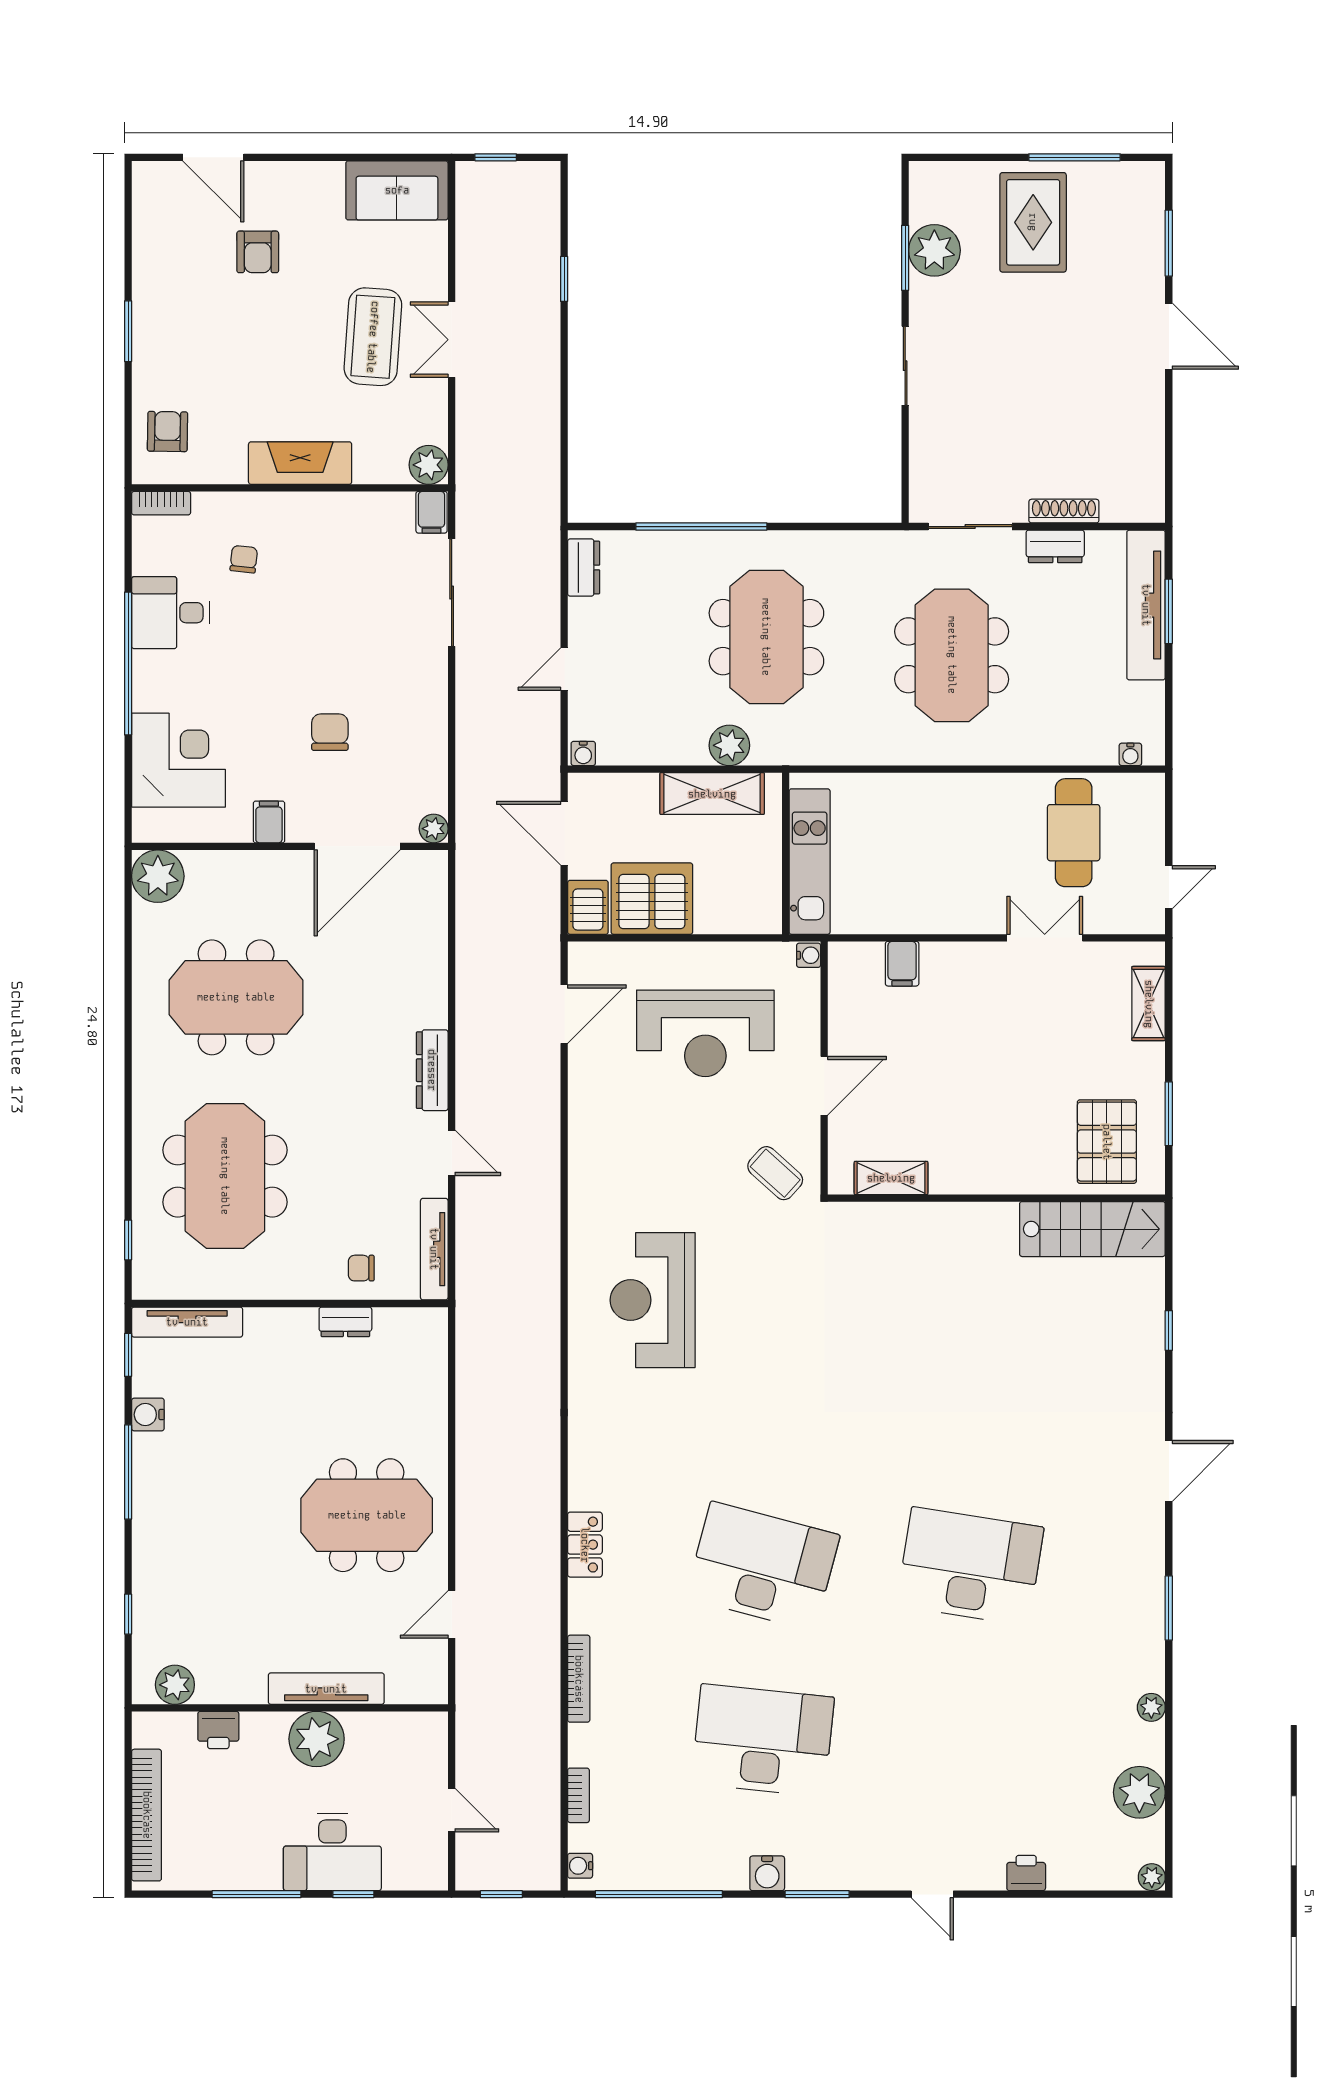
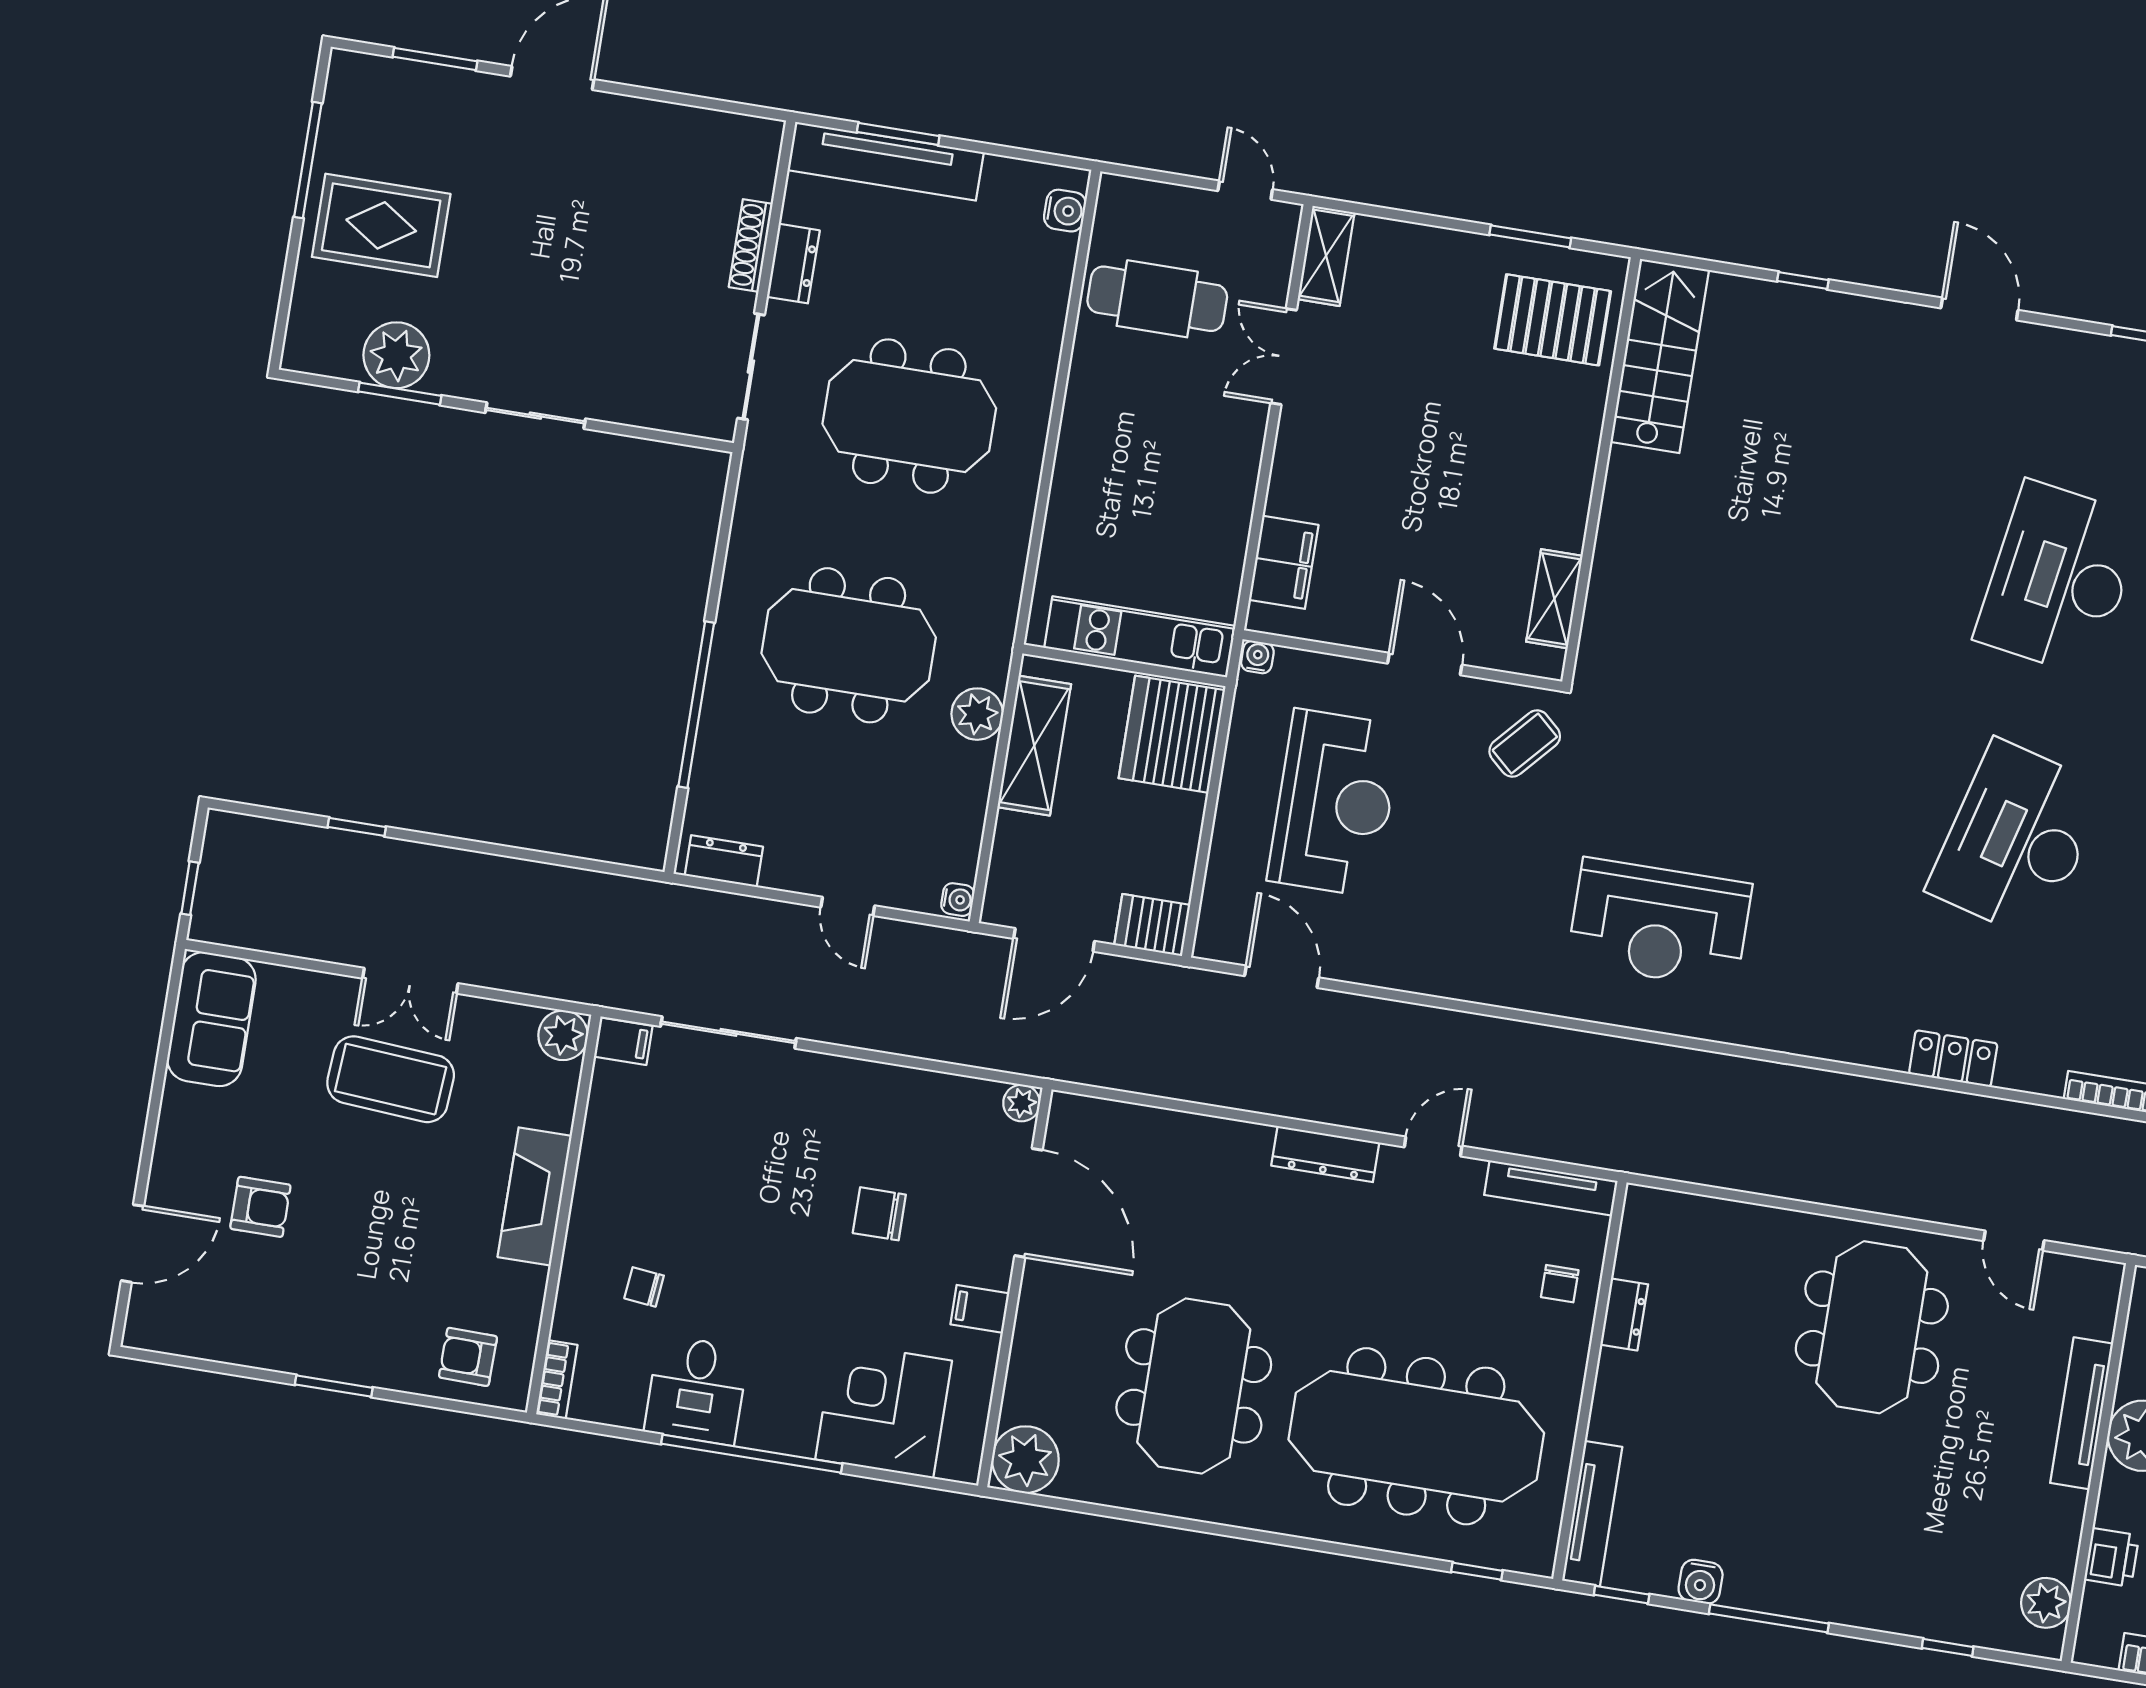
water cooler: (1130, 754) -> (1065, 211), width x1.38, depth x1.38
server rack: (652, 899) -> (1172, 734), moved
filing cabinet: (902, 964) -> (1284, 562), width x2.00
shelving: (1149, 1004) -> (1326, 256), moved, turned 90
meeting table: (225, 1176) -> (1416, 1436), width x1.36

